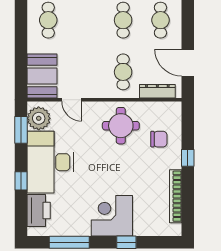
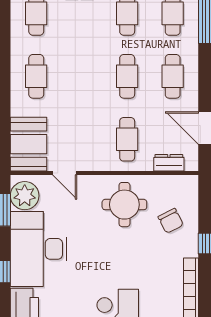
dresser: (157, 91) -> (169, 163), width x0.70
chair: (159, 139) -> (171, 221), turned 63

